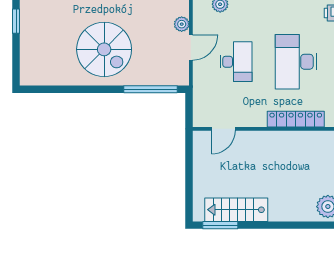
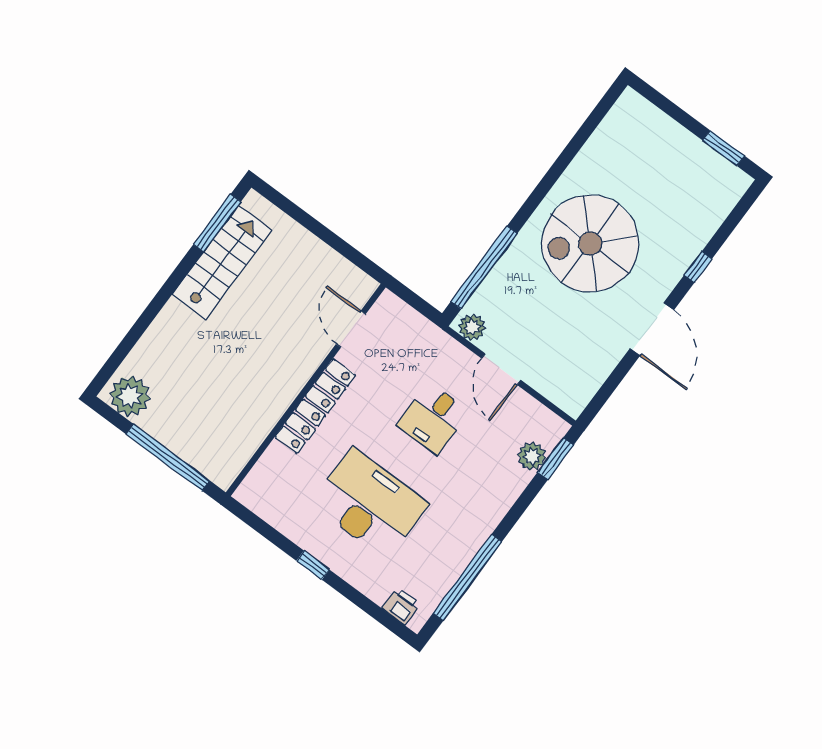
plant: (182, 24) -> (472, 327), moved
desk: (236, 62) -> (433, 418), width x0.73
locker: (296, 119) -> (315, 406), moved

